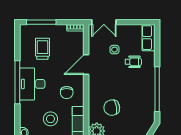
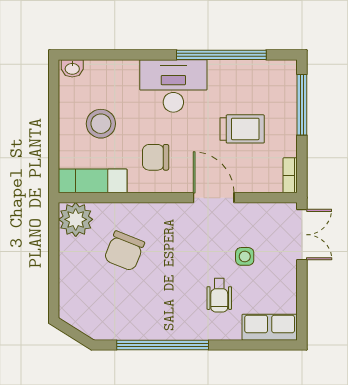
double door: (104, 22) -> (302, 235), swing flipped
trolley: (42, 49) -> (242, 129), moved
window: (17, 82) -> (221, 55), moved
chair: (112, 108) -> (124, 251), turned -148

